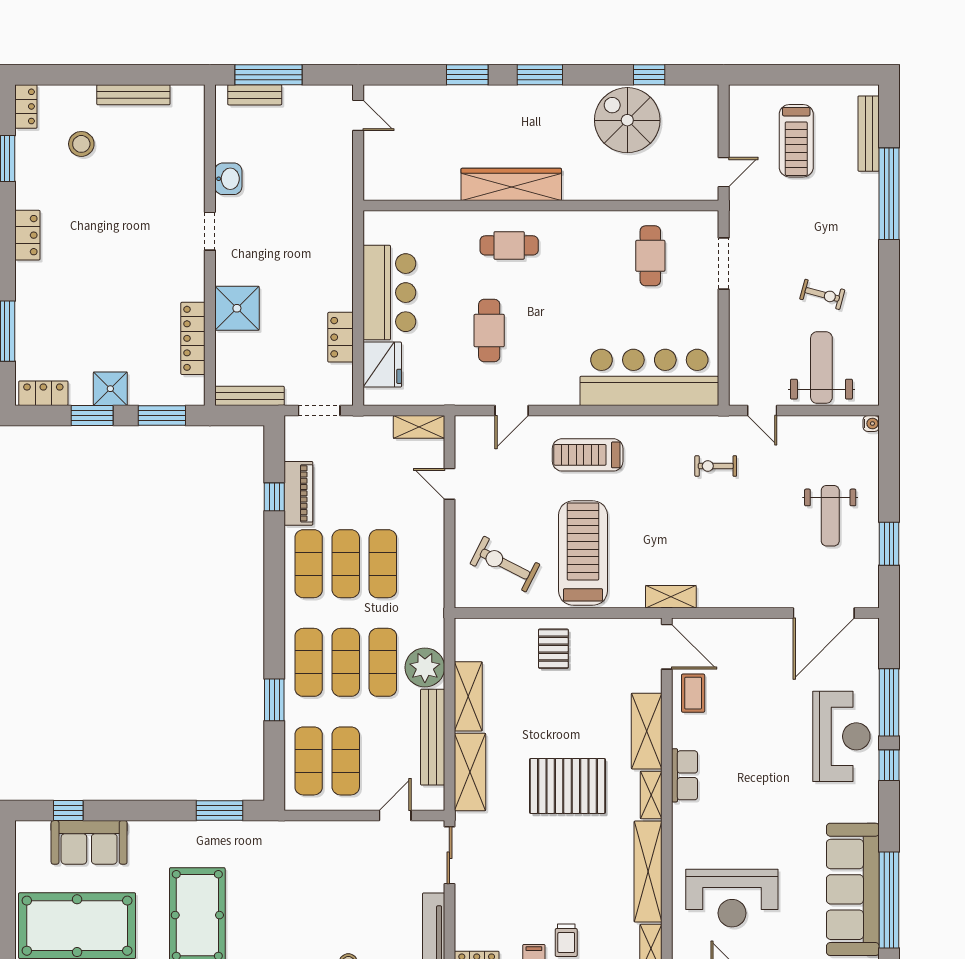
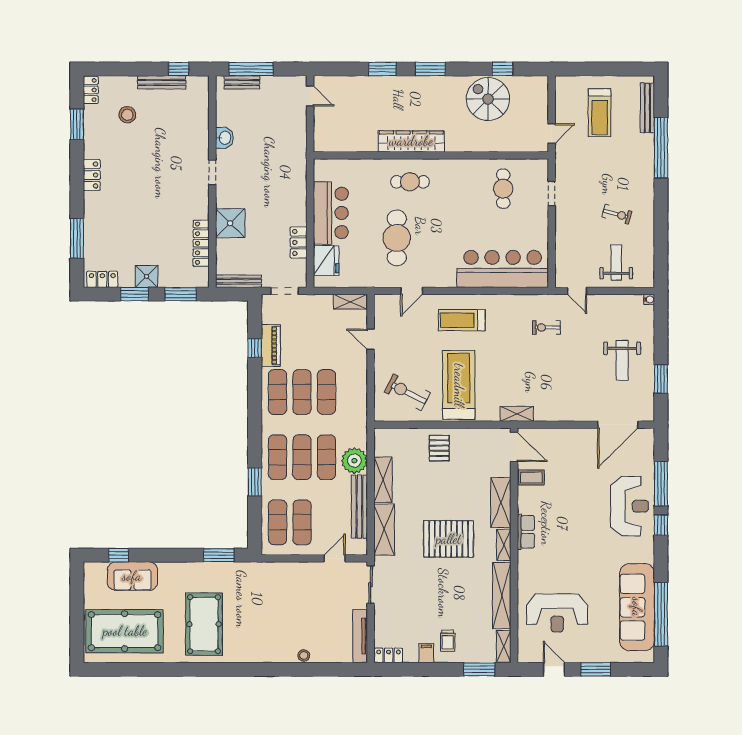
window: (159, 75) -> (179, 69), added
doorway: (724, 263) -> (552, 194), width x0.73
cafe table: (489, 331) -> (397, 238), width x1.37, depth x1.35
weight bench: (821, 368) -> (616, 262), width x0.73, depth x0.75
coffee table: (693, 693) -> (531, 478), turned 90

